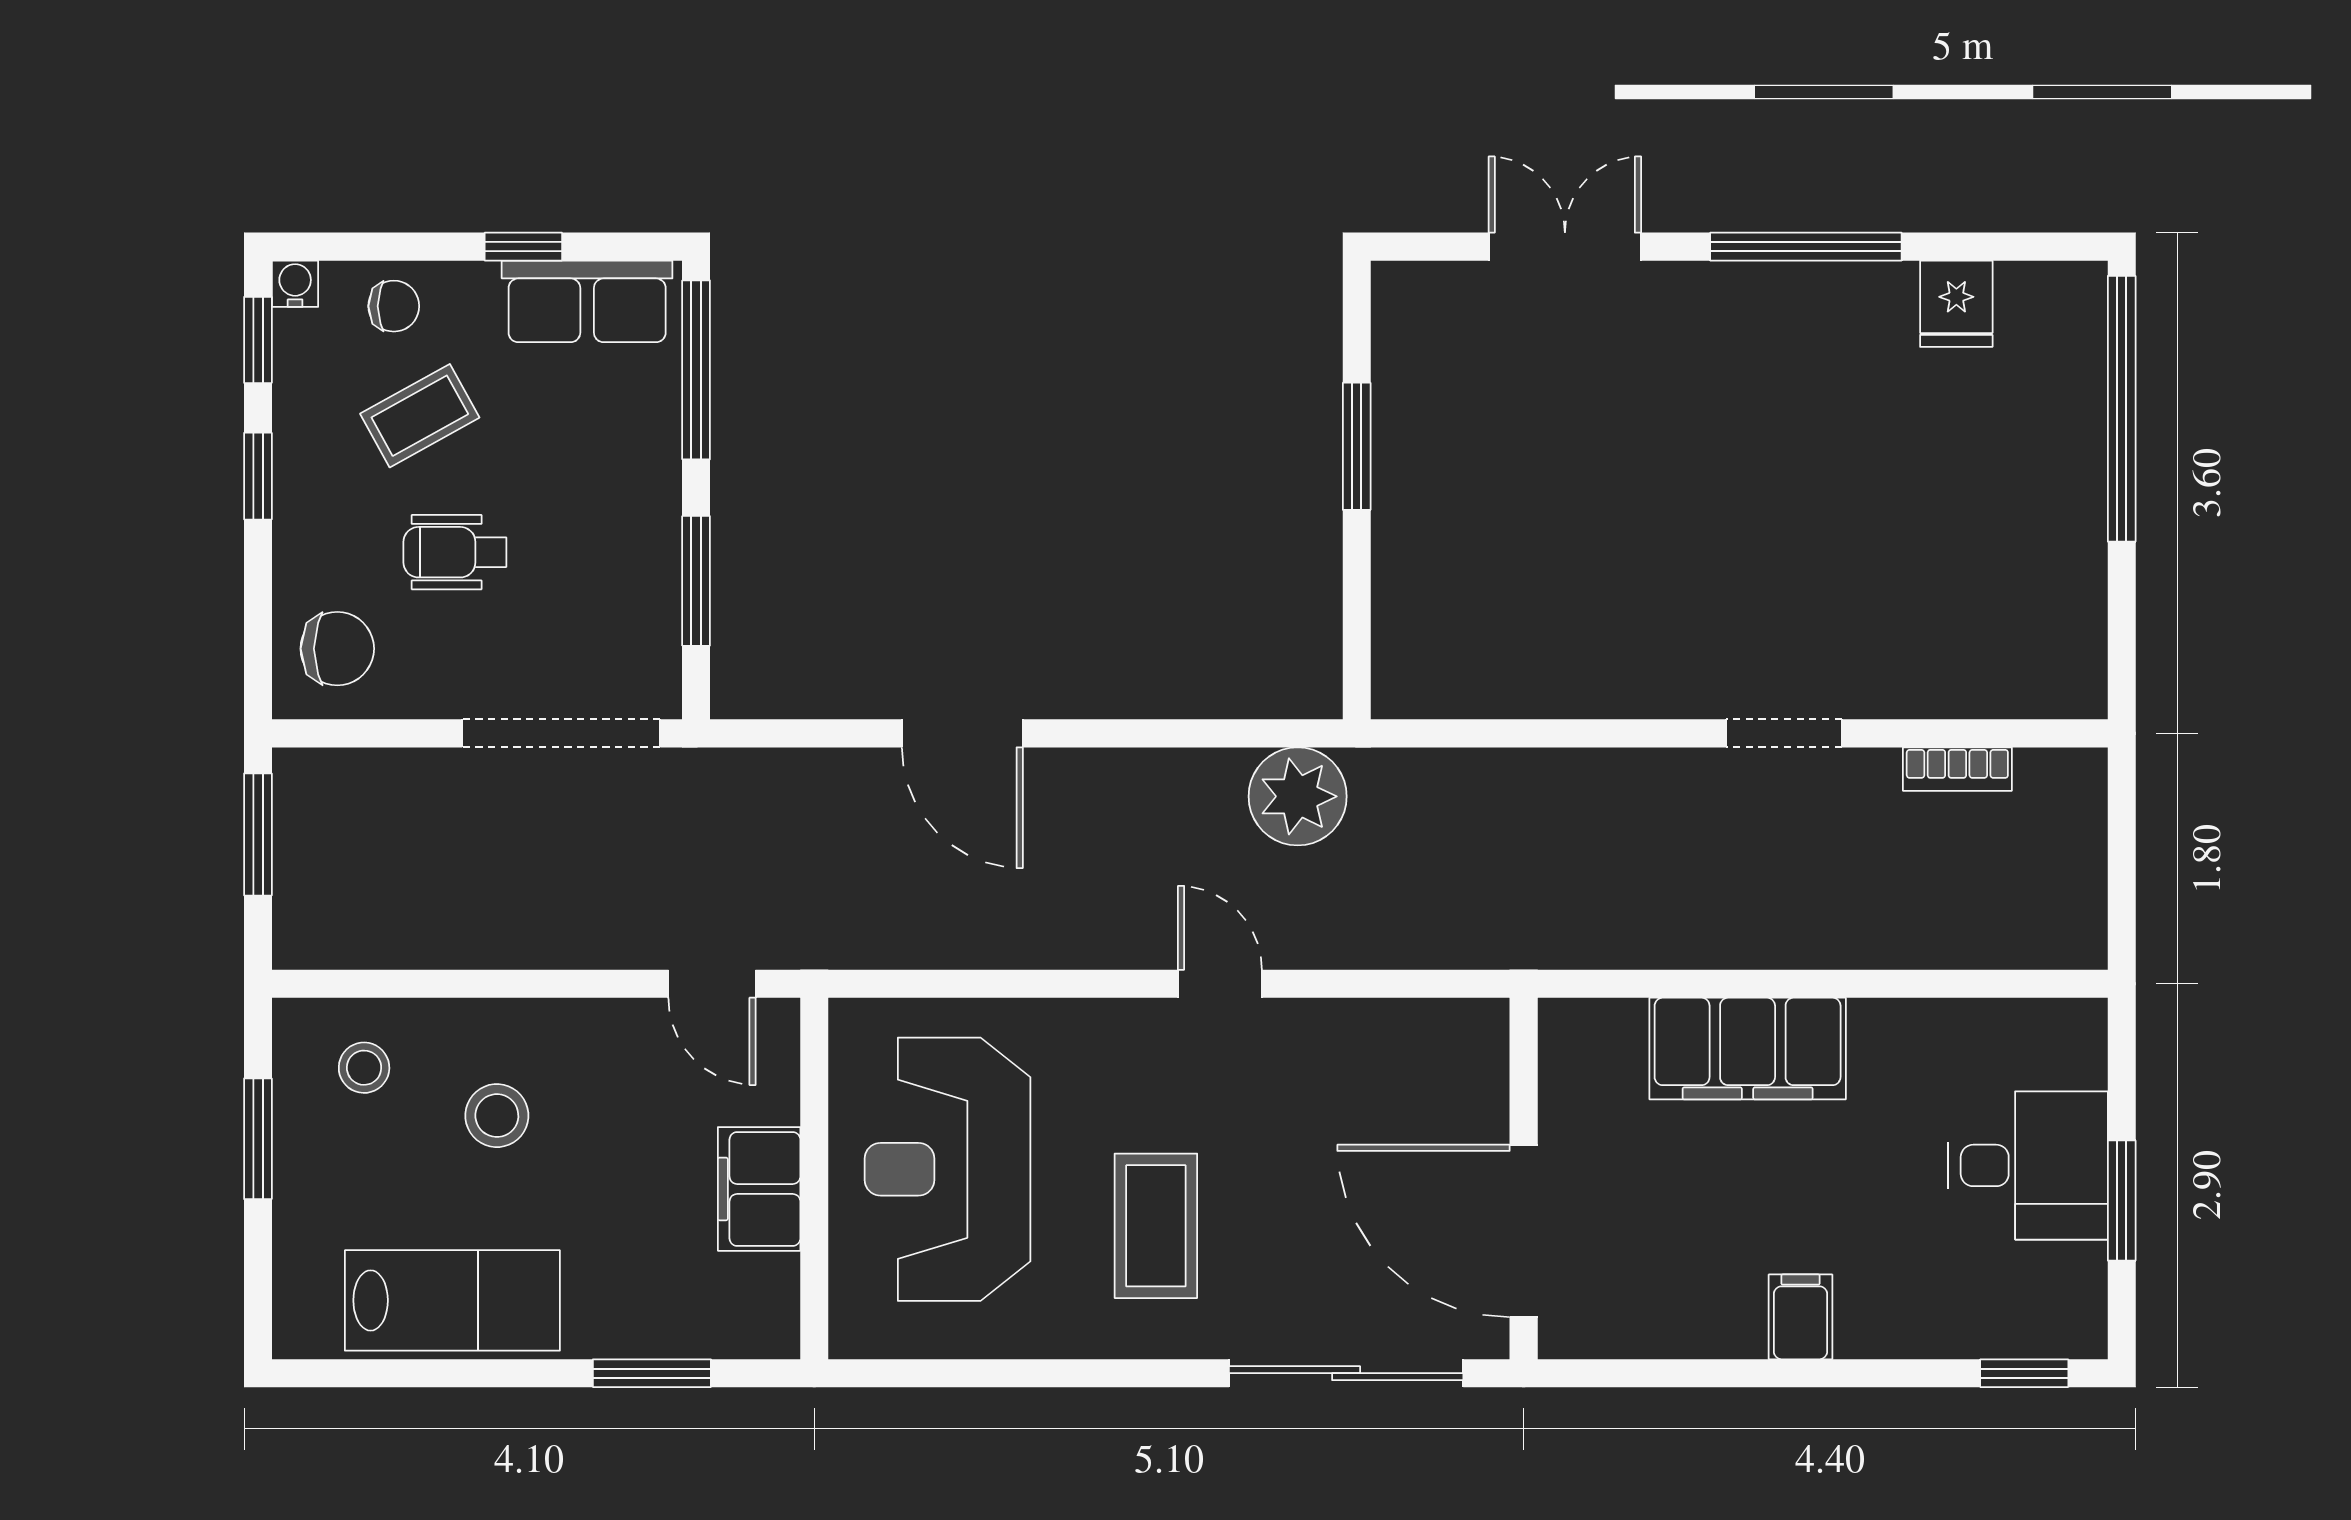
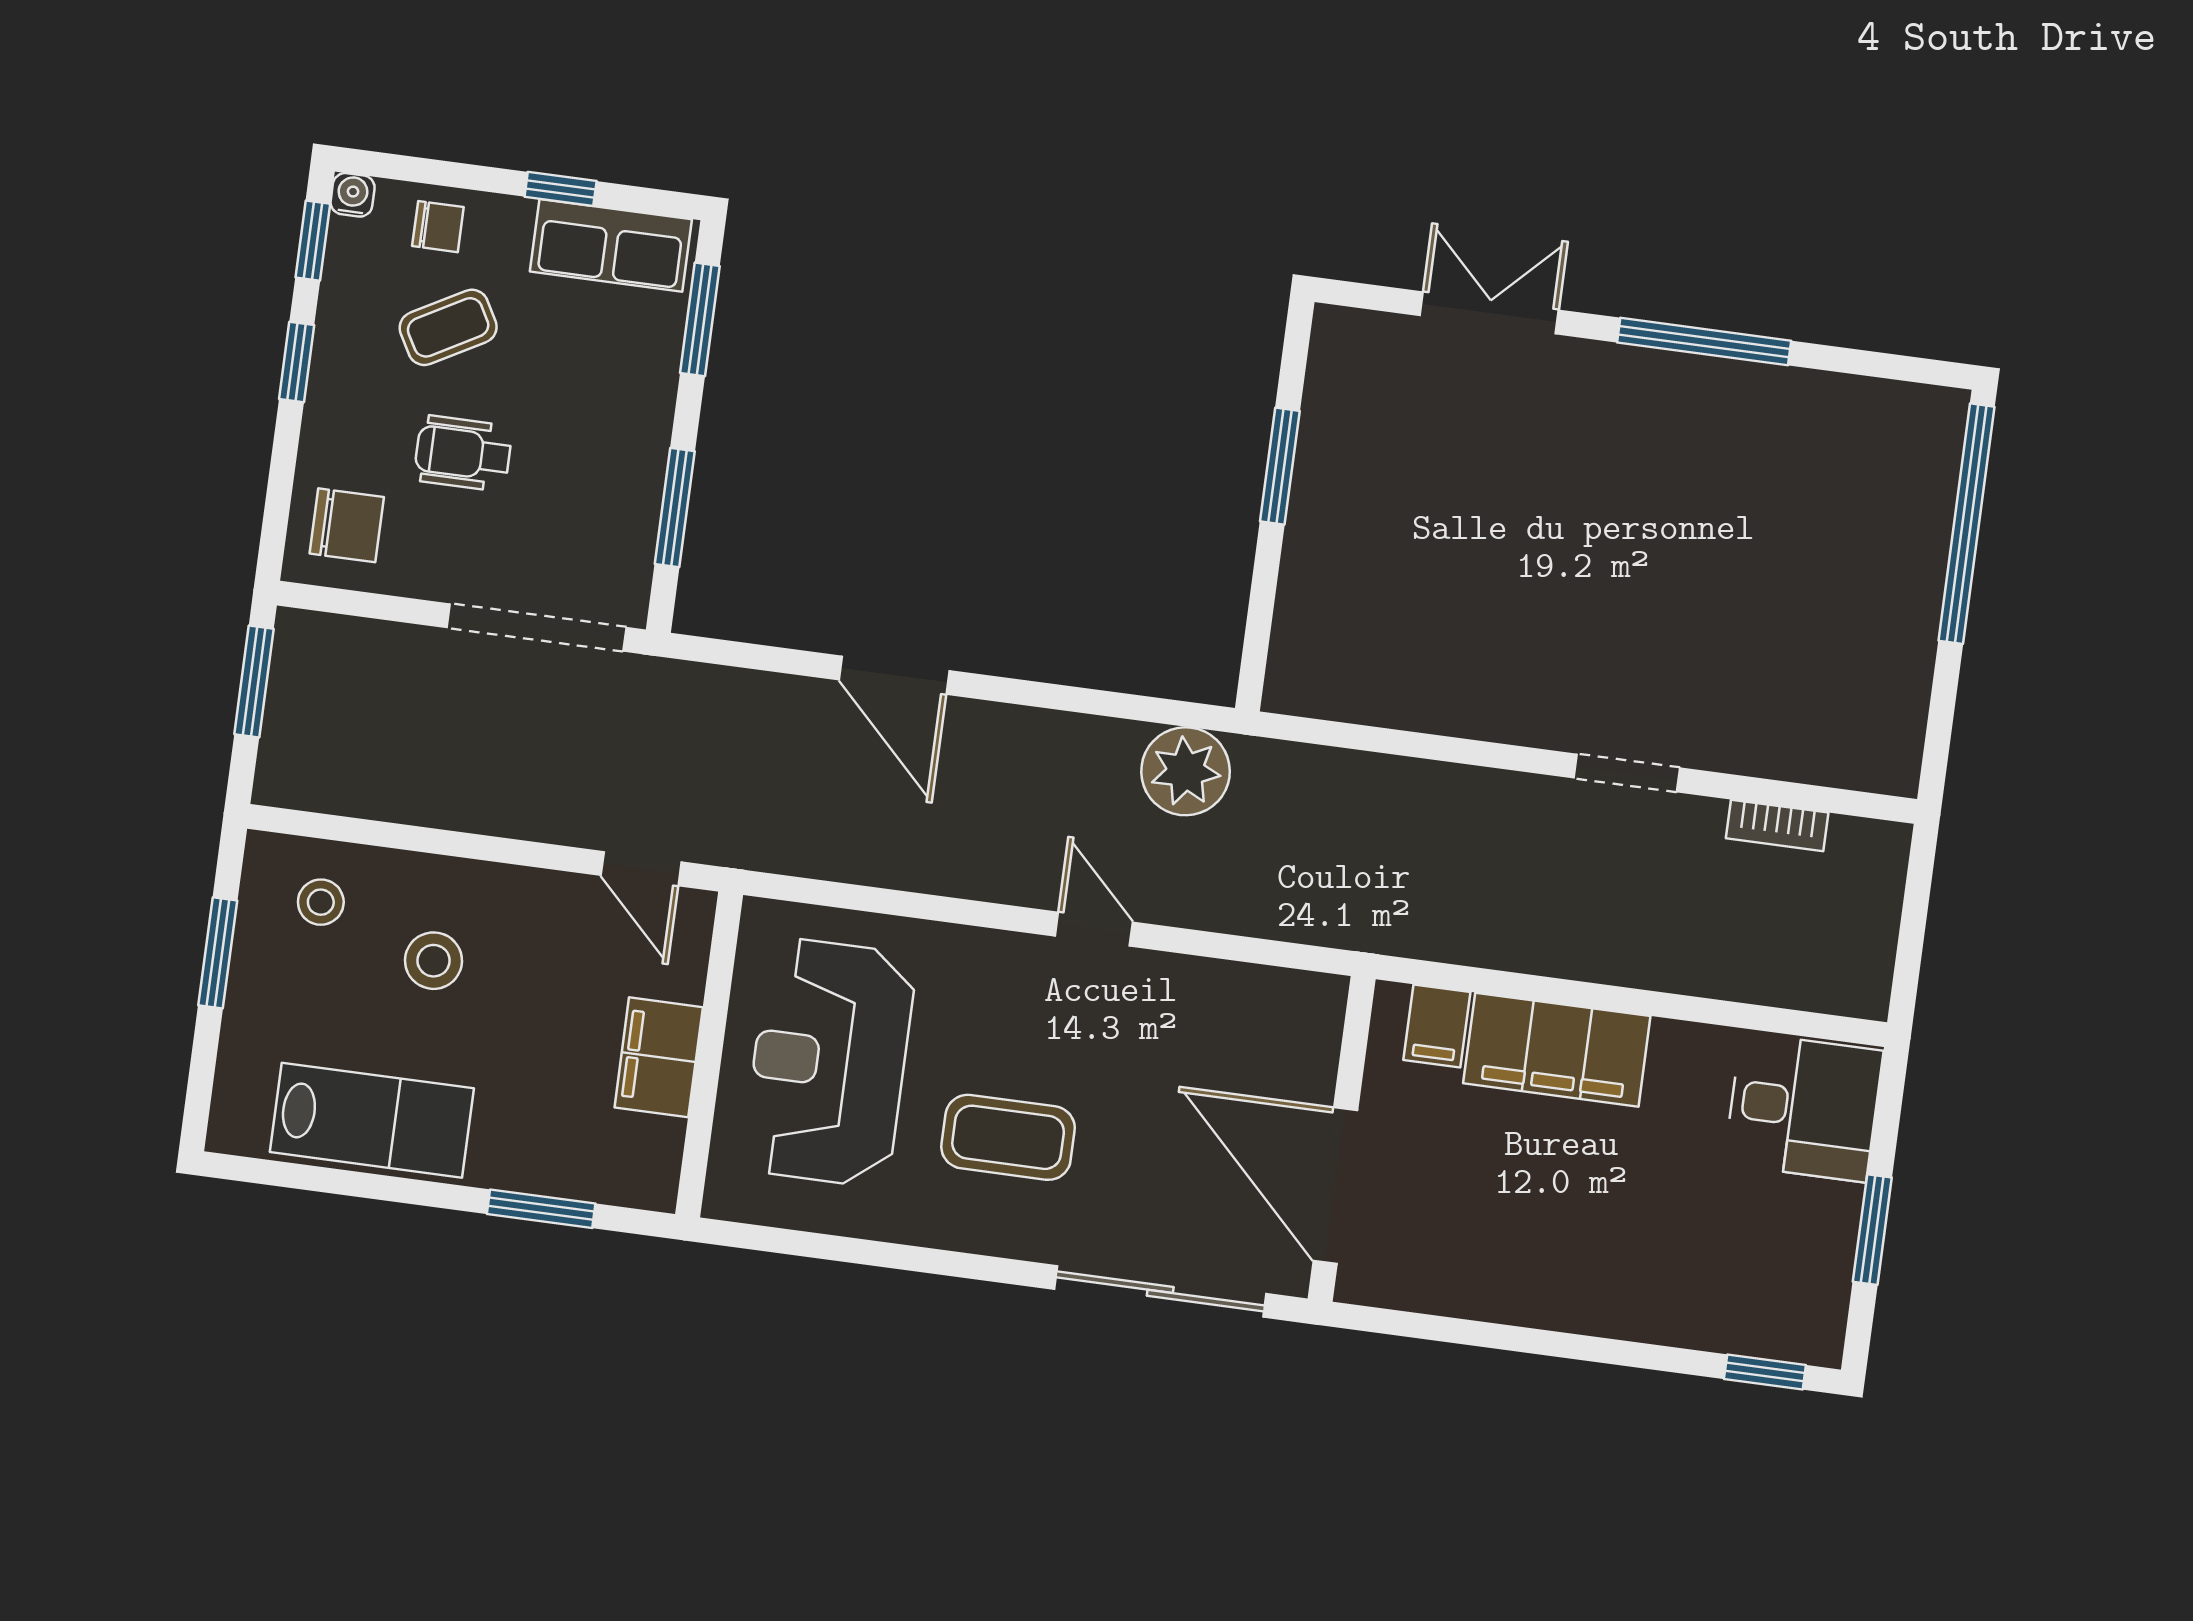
fridge: (1956, 304) -> (1832, 410), removed
window: (696, 370) -> (700, 319), width x0.69
desk: (2028, 1165) -> (1803, 1107), moved
coffee table: (1156, 1226) -> (1008, 1137), turned 90
filing cabinet: (1801, 1317) -> (1437, 1026), moved, turned 180

